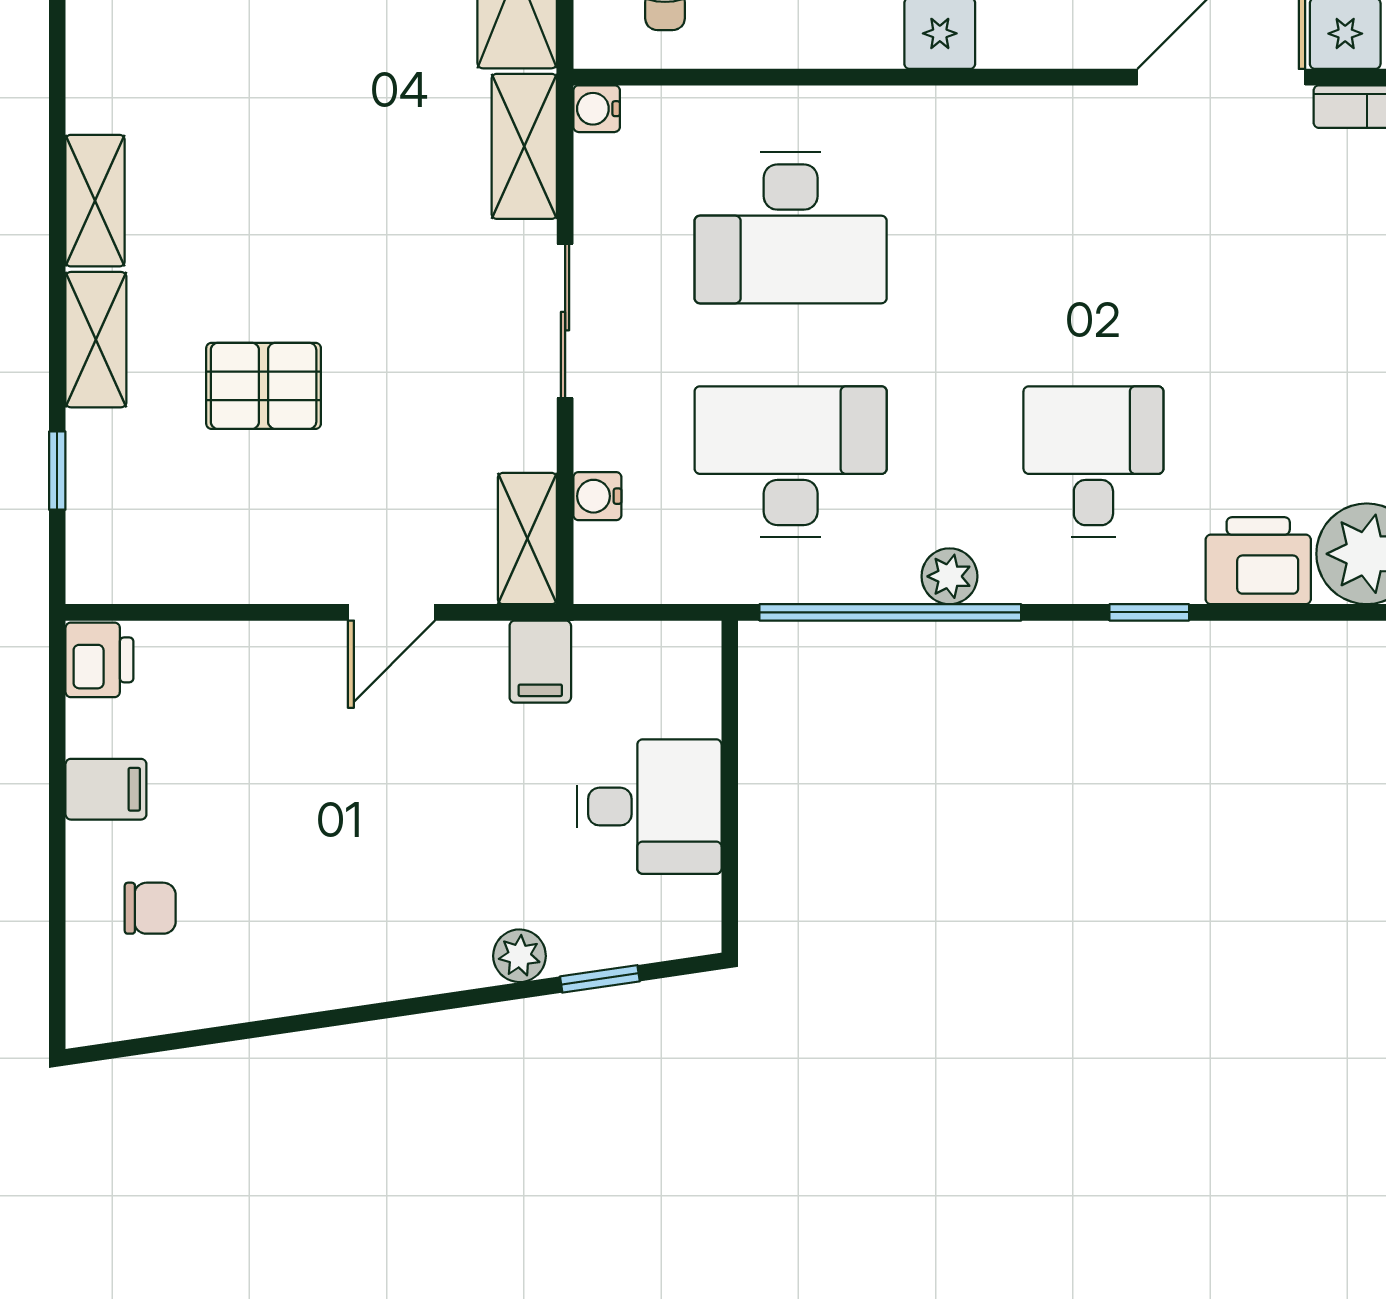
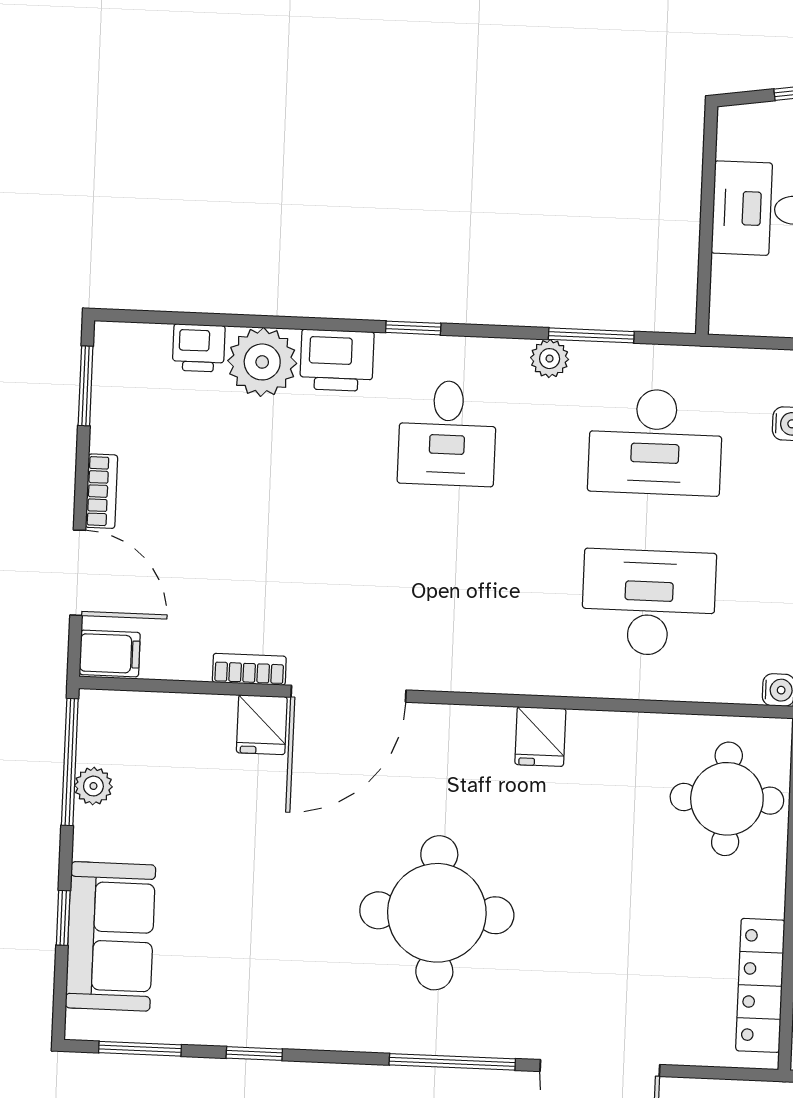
window: (890, 612) -> (591, 335), width x0.47

